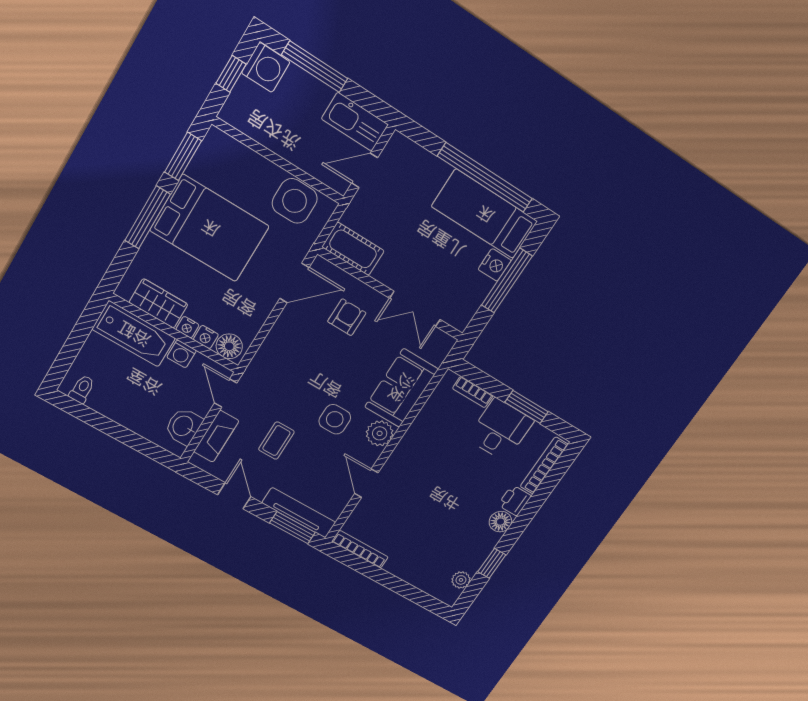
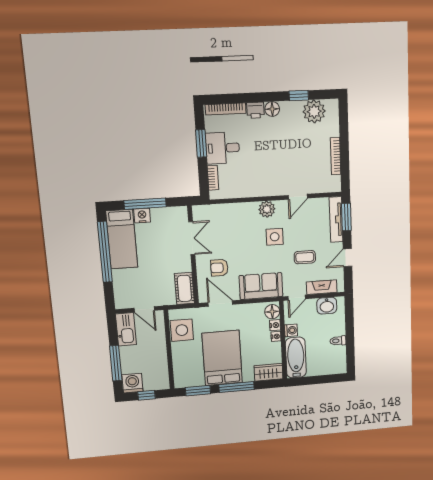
wardrobe: (158, 303) -> (268, 372), moved, turned 90
sofa: (401, 388) -> (261, 286), moved, turned 180
toilet: (82, 389) -> (338, 341), moved
bookcase: (360, 549) -> (336, 156), moved
plant: (461, 580) -> (314, 111), width x1.88, depth x1.88

